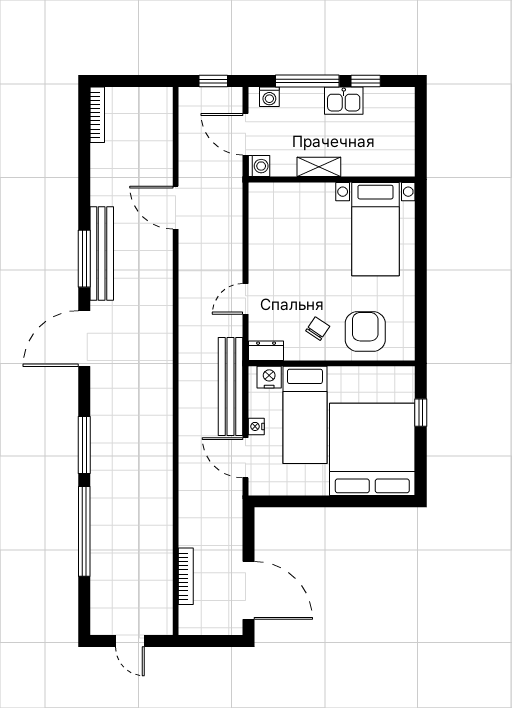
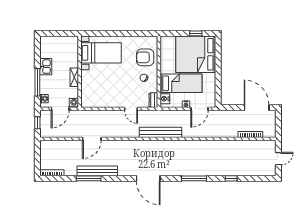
window: (366, 81) -> (37, 57), removed
bench: (102, 253) -> (97, 171), moved
window: (84, 259) -> (89, 178), moved
bench: (231, 387) -> (160, 132), moved
window: (421, 413) -> (196, 33), moved
window: (84, 531) -> (231, 178), width x0.32
door: (249, 590) -> (257, 108), hinge flipped

